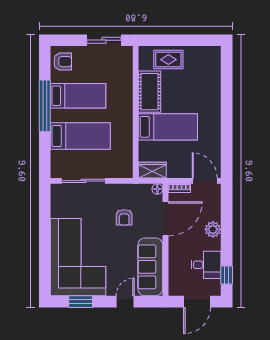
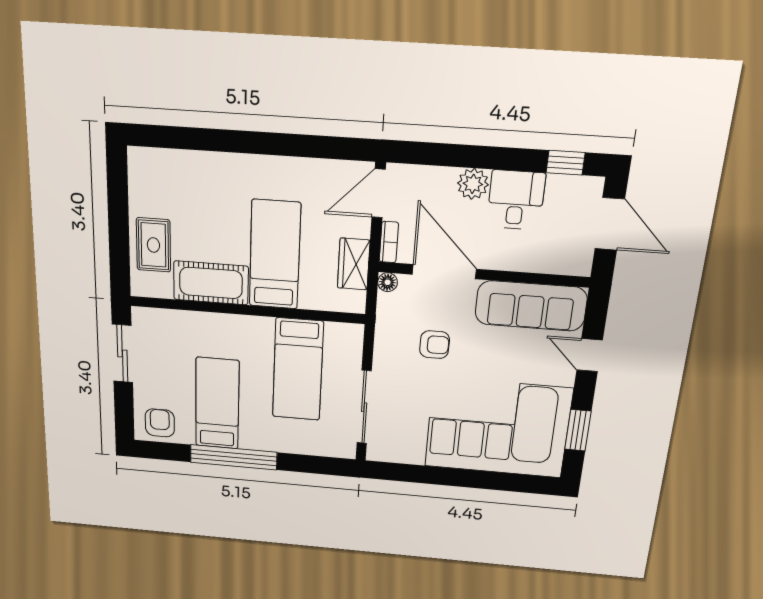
bed: (80, 136) -> (298, 370), moved, turned 180
wardrobe: (152, 170) -> (354, 264), moved
desk: (206, 265) -> (516, 200), moved

